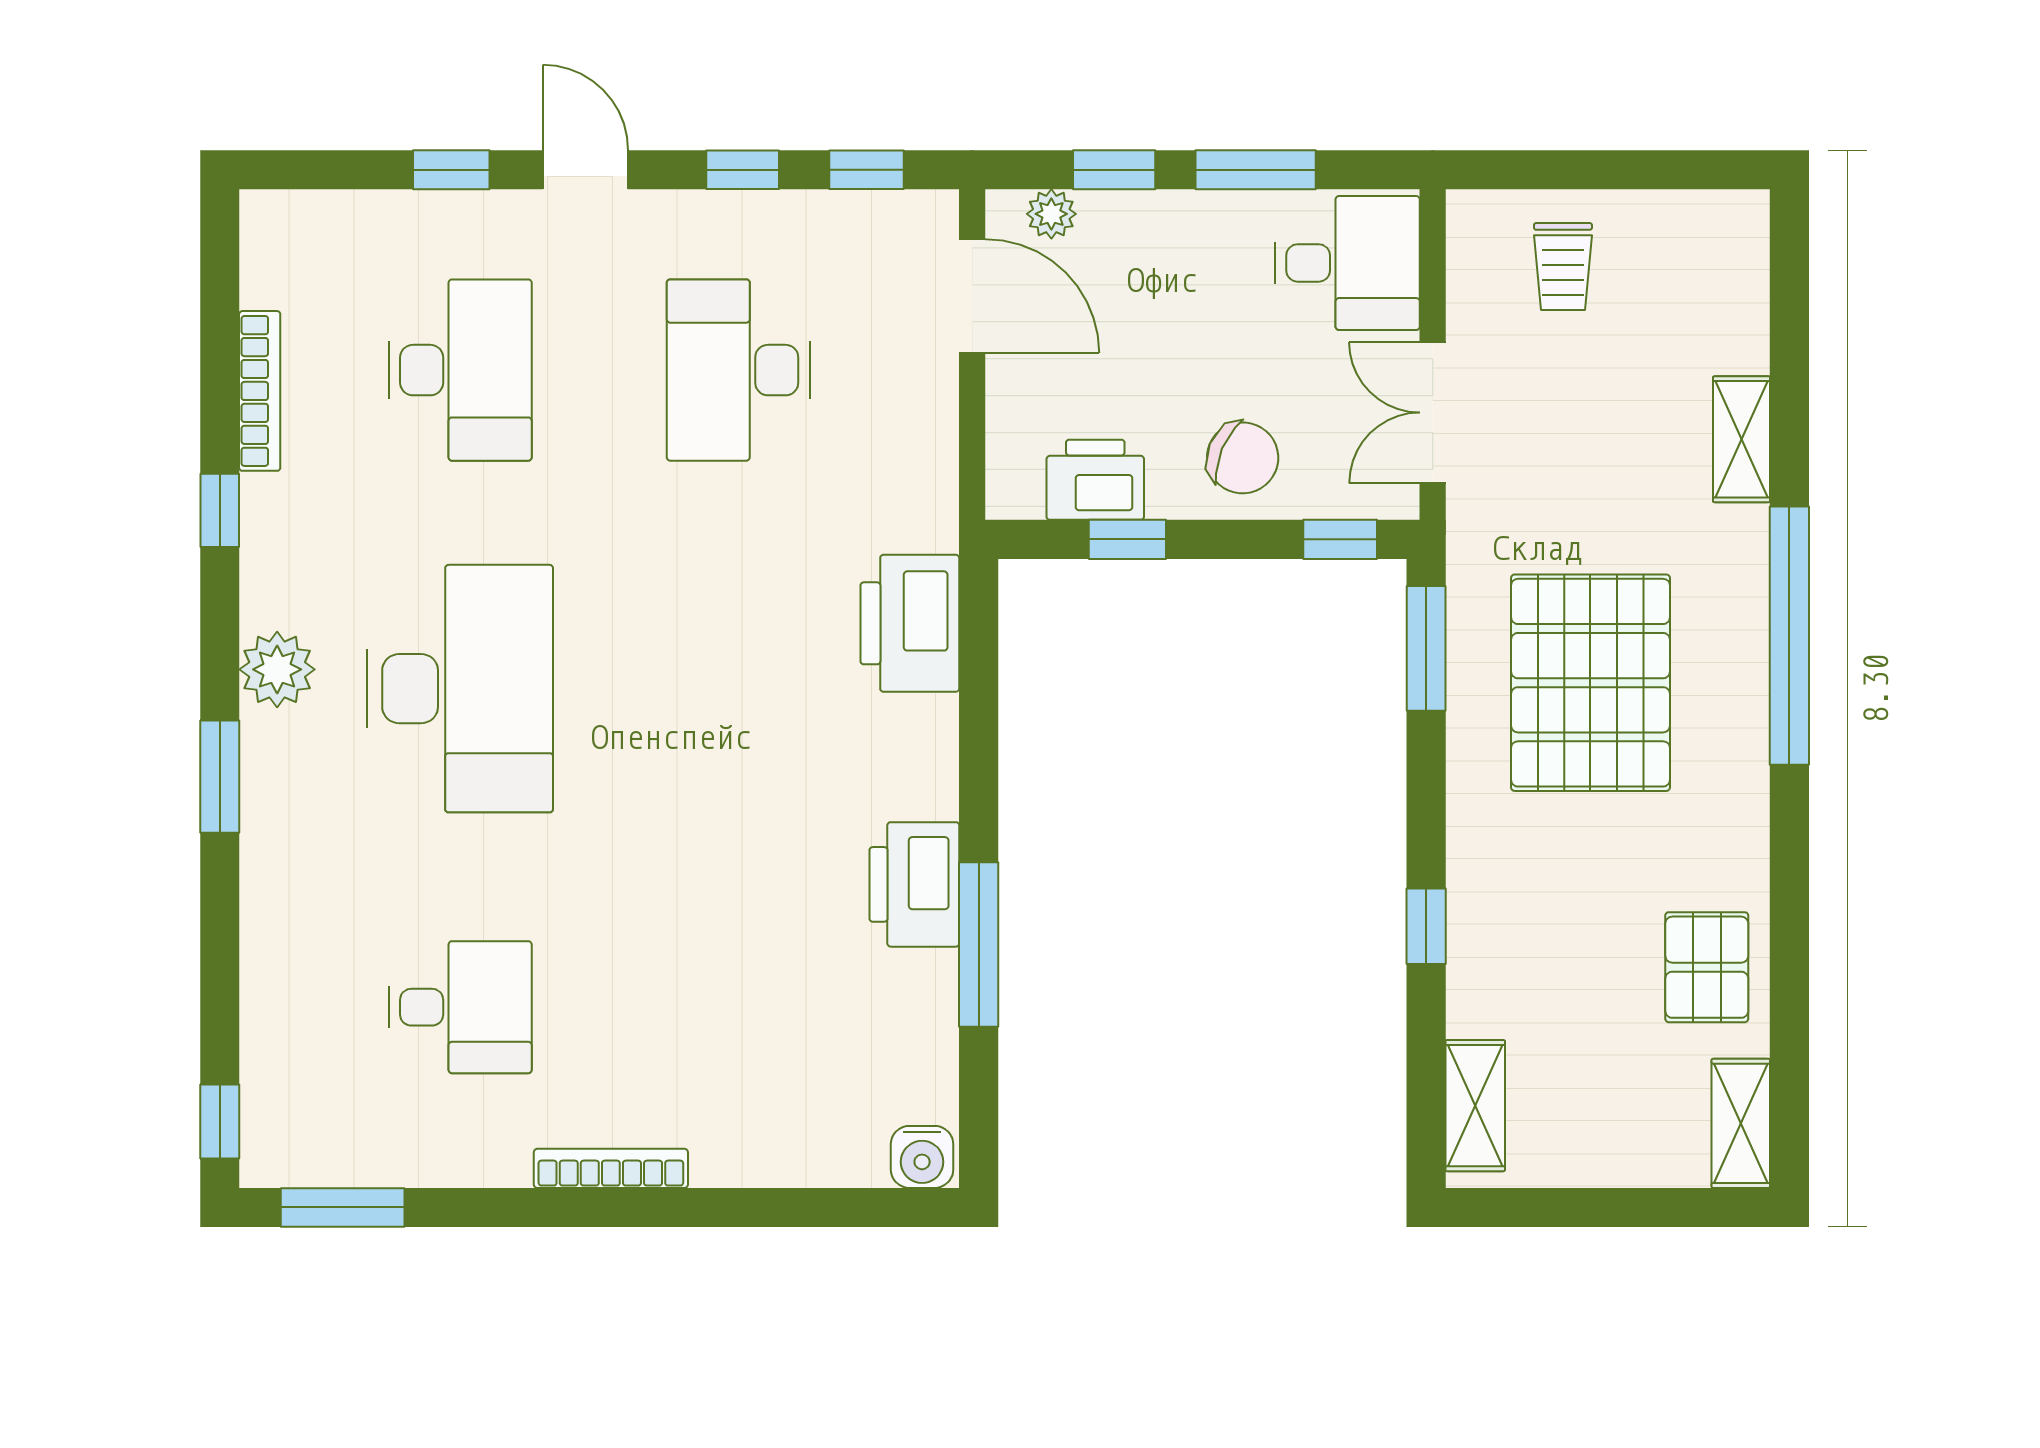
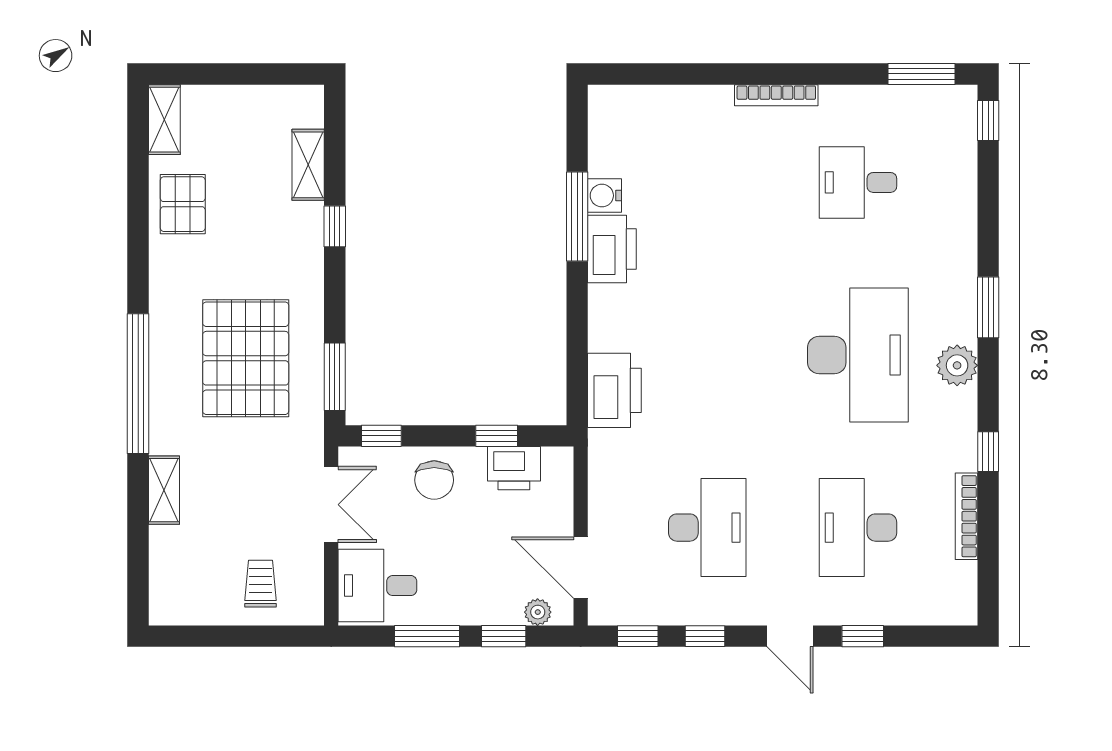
chair: (1243, 458) -> (434, 480), turned -113
desk: (460, 689) -> (858, 355), turned 180
shelving: (1475, 1106) -> (308, 165), moved
water cooler: (922, 1157) -> (605, 196), moved, turned -90

